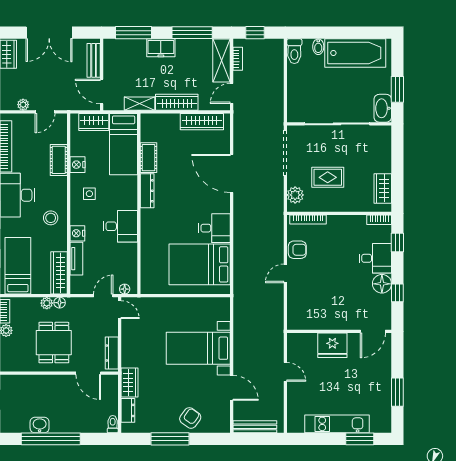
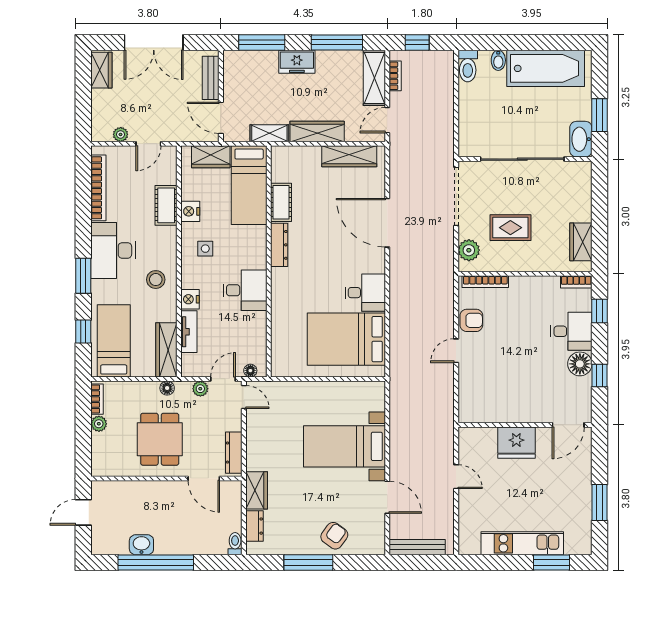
plant: (47, 303) -> (200, 389), moved

